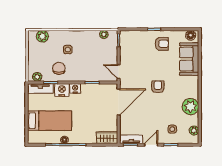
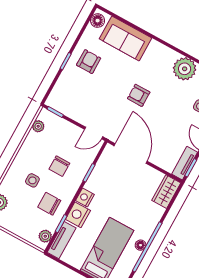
chair: (86, 62) -> (59, 166), added

